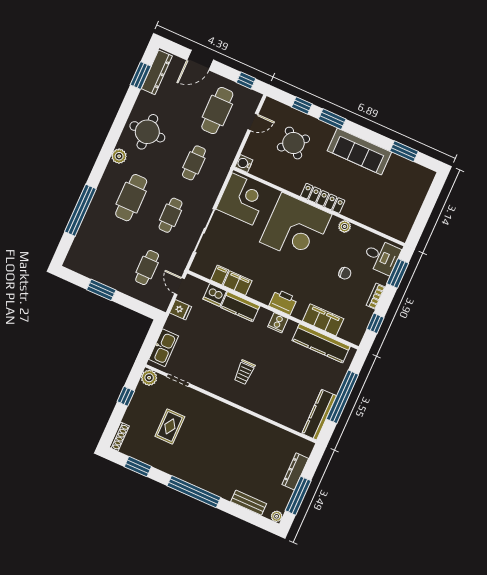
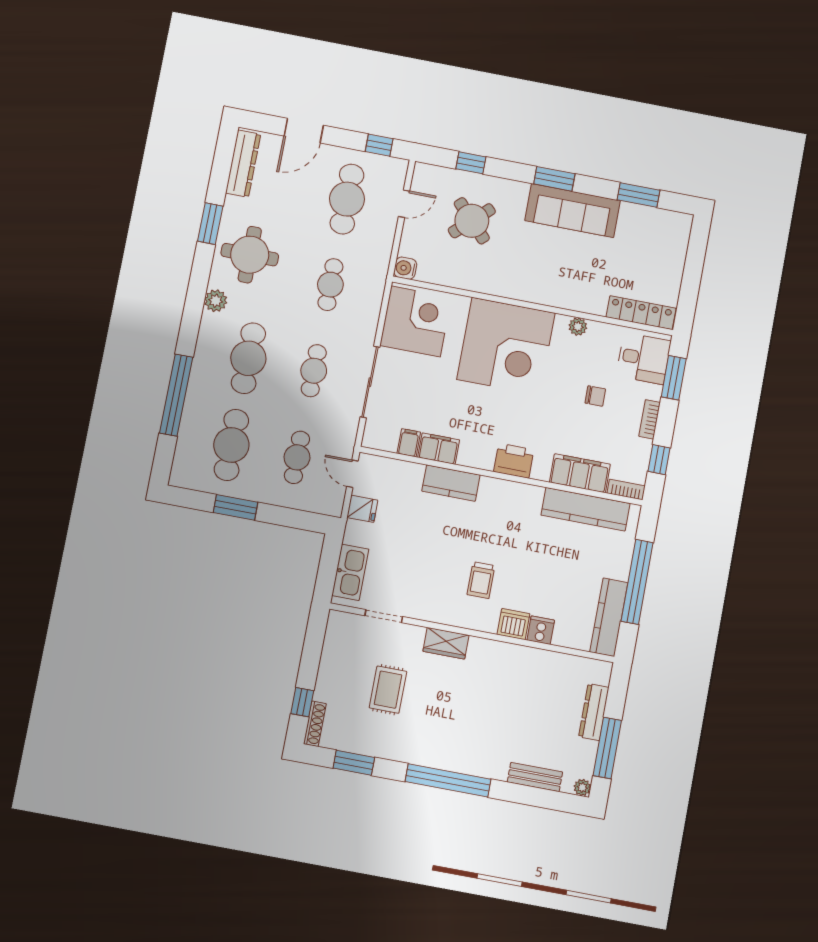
window: (141, 75) -> (210, 224), moved
window: (332, 119) -> (554, 179), moved
locker: (323, 198) -> (641, 313), moved
cafe table: (108, 250) -> (231, 445), added
dishwasher: (215, 295) -> (513, 624), moved, turned 180
cooker: (278, 323) -> (541, 630), moved, turned 180
bookcase: (350, 337) -> (626, 490), added
plant: (149, 378) -> (339, 623), removed
window: (126, 396) -> (302, 702), moved
wardrobe: (213, 406) -> (446, 643), added

